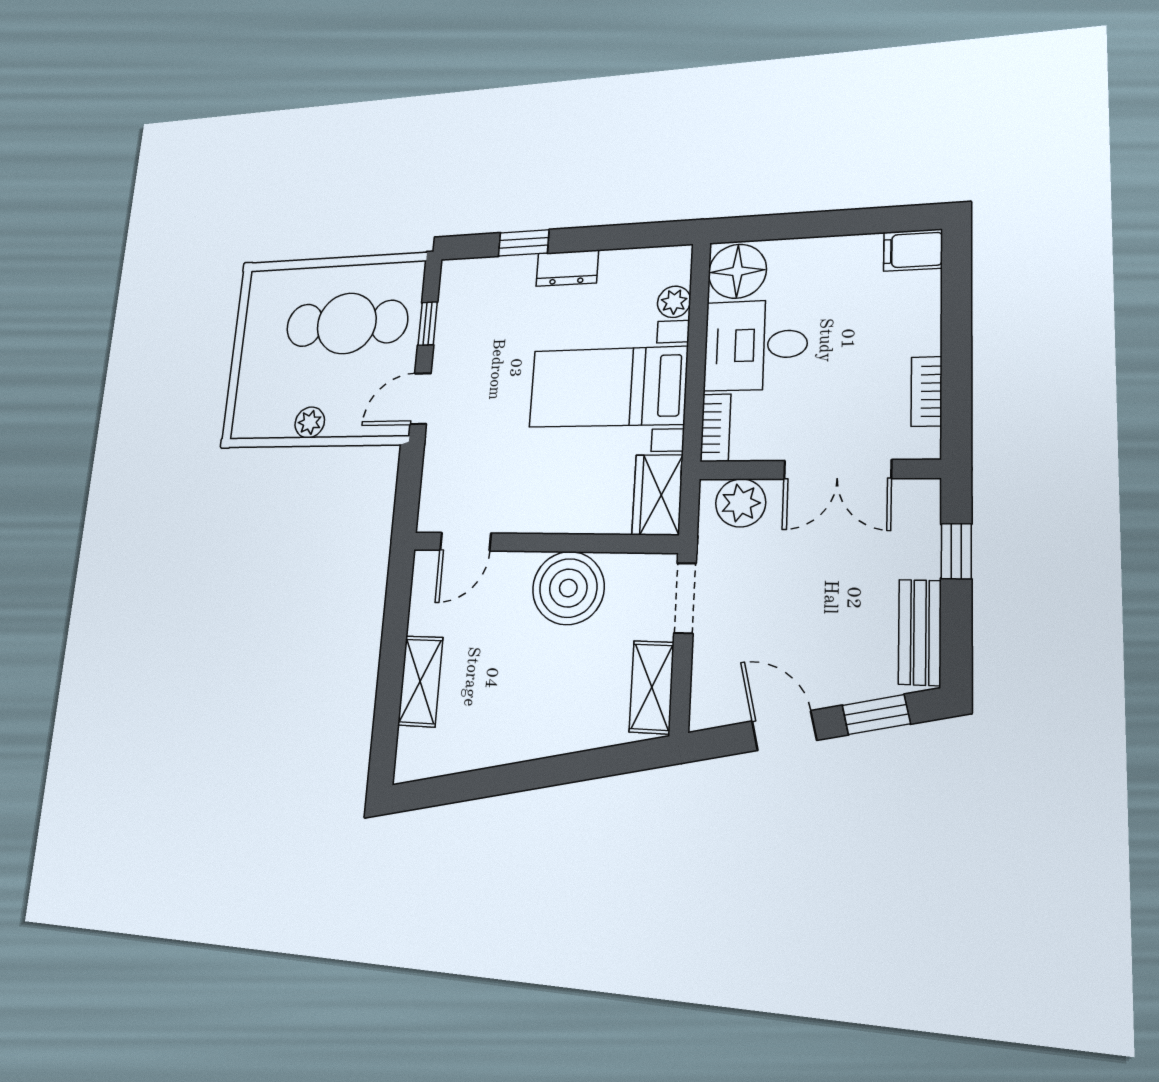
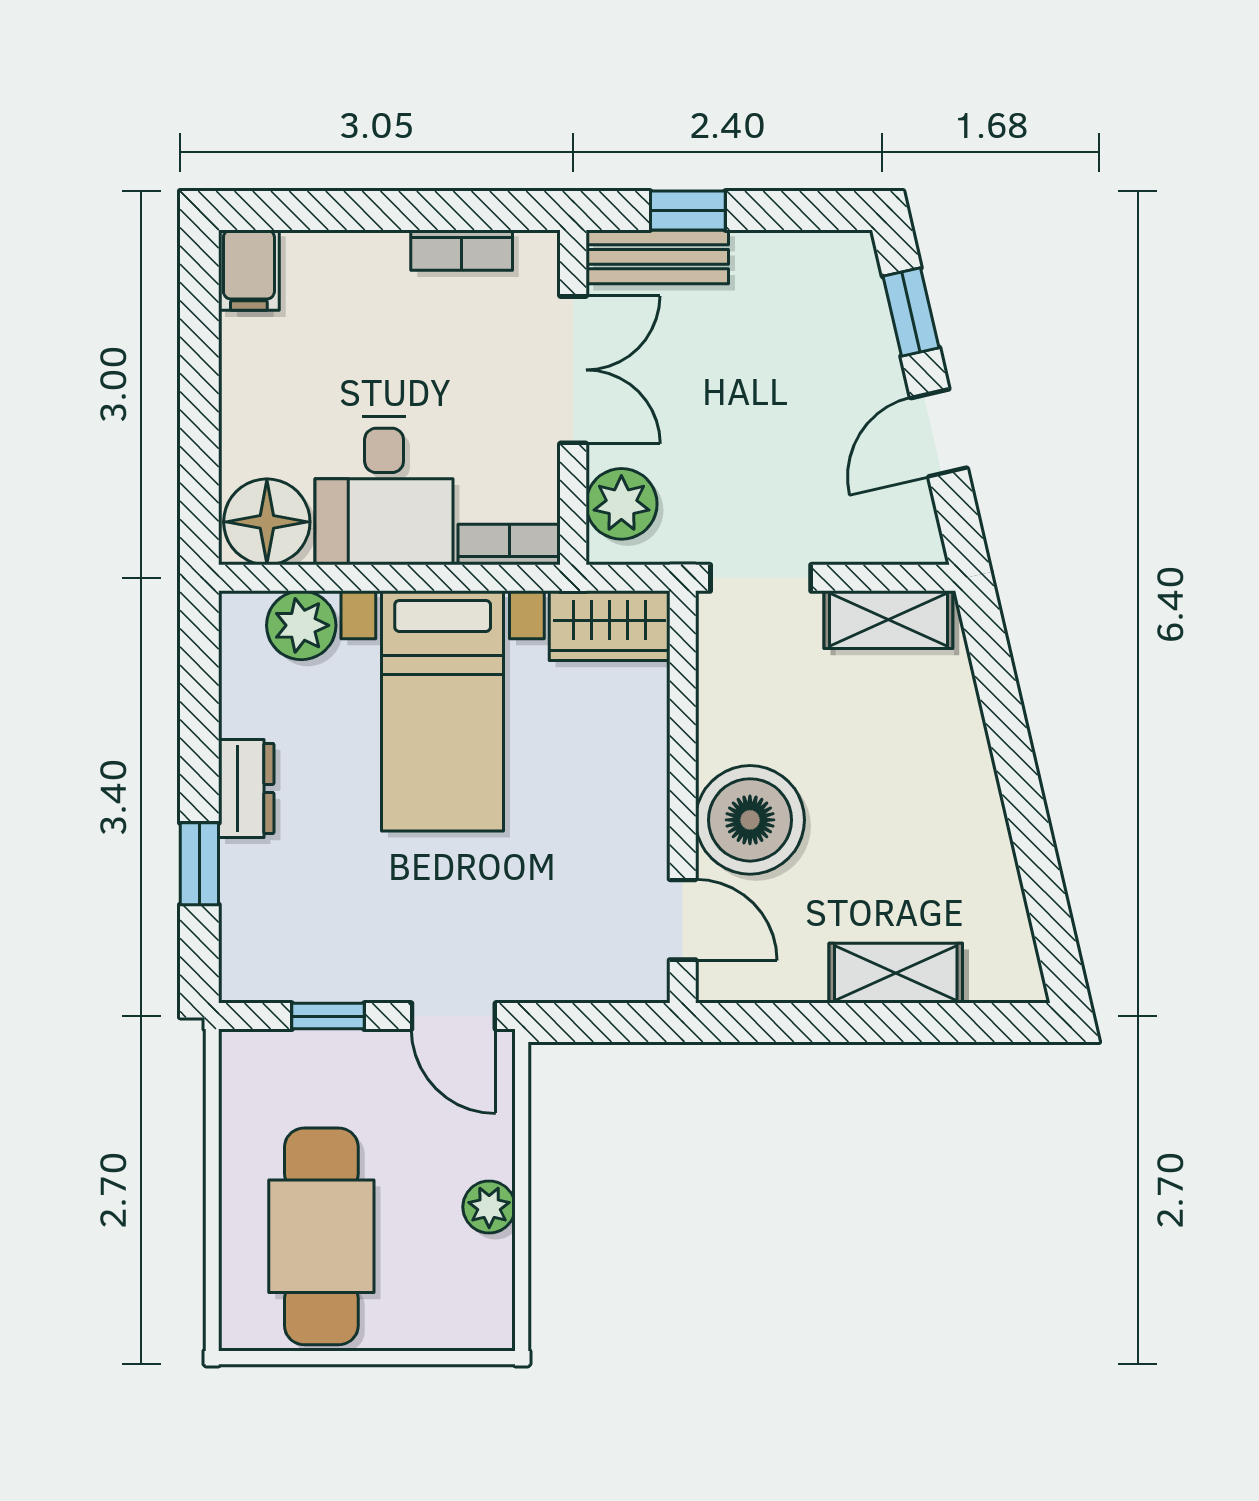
plant: (674, 302) -> (301, 625), width x1.38, depth x1.38
cafe table: (347, 323) -> (321, 1236), moved
boiler: (568, 588) -> (750, 820), moved
bench: (920, 632) -> (658, 257), moved

